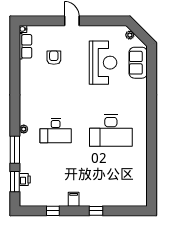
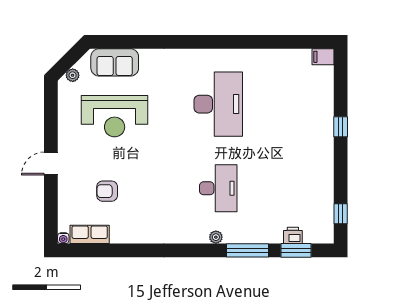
reception desk: (103, 63) -> (115, 116), turned 180
filing cabinet: (74, 199) -> (323, 57), moved
window: (53, 211) -> (341, 214), moved

